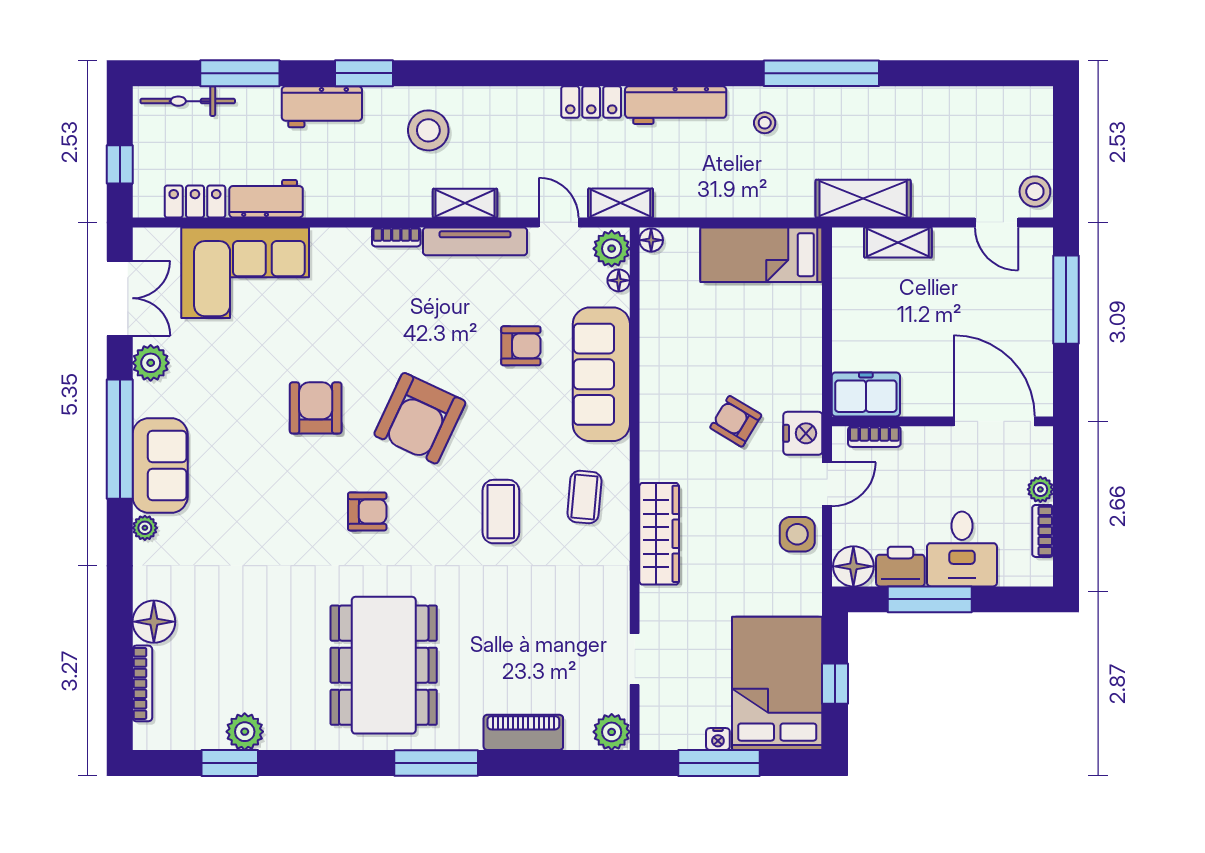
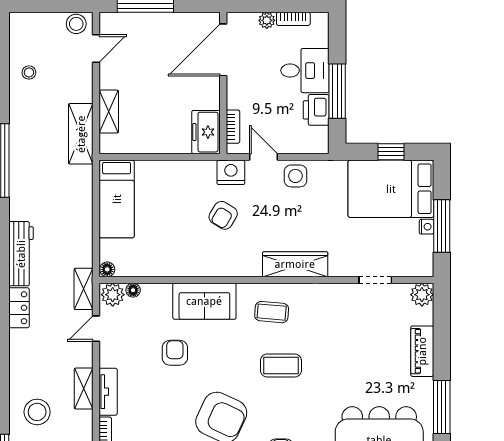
stool: (765, 123) -> (29, 72), moved
tv unit: (475, 241) -> (108, 392), width x0.71
sofa: (601, 374) -> (204, 301), width x0.73
floor lamp: (853, 566) -> (316, 140), removed

